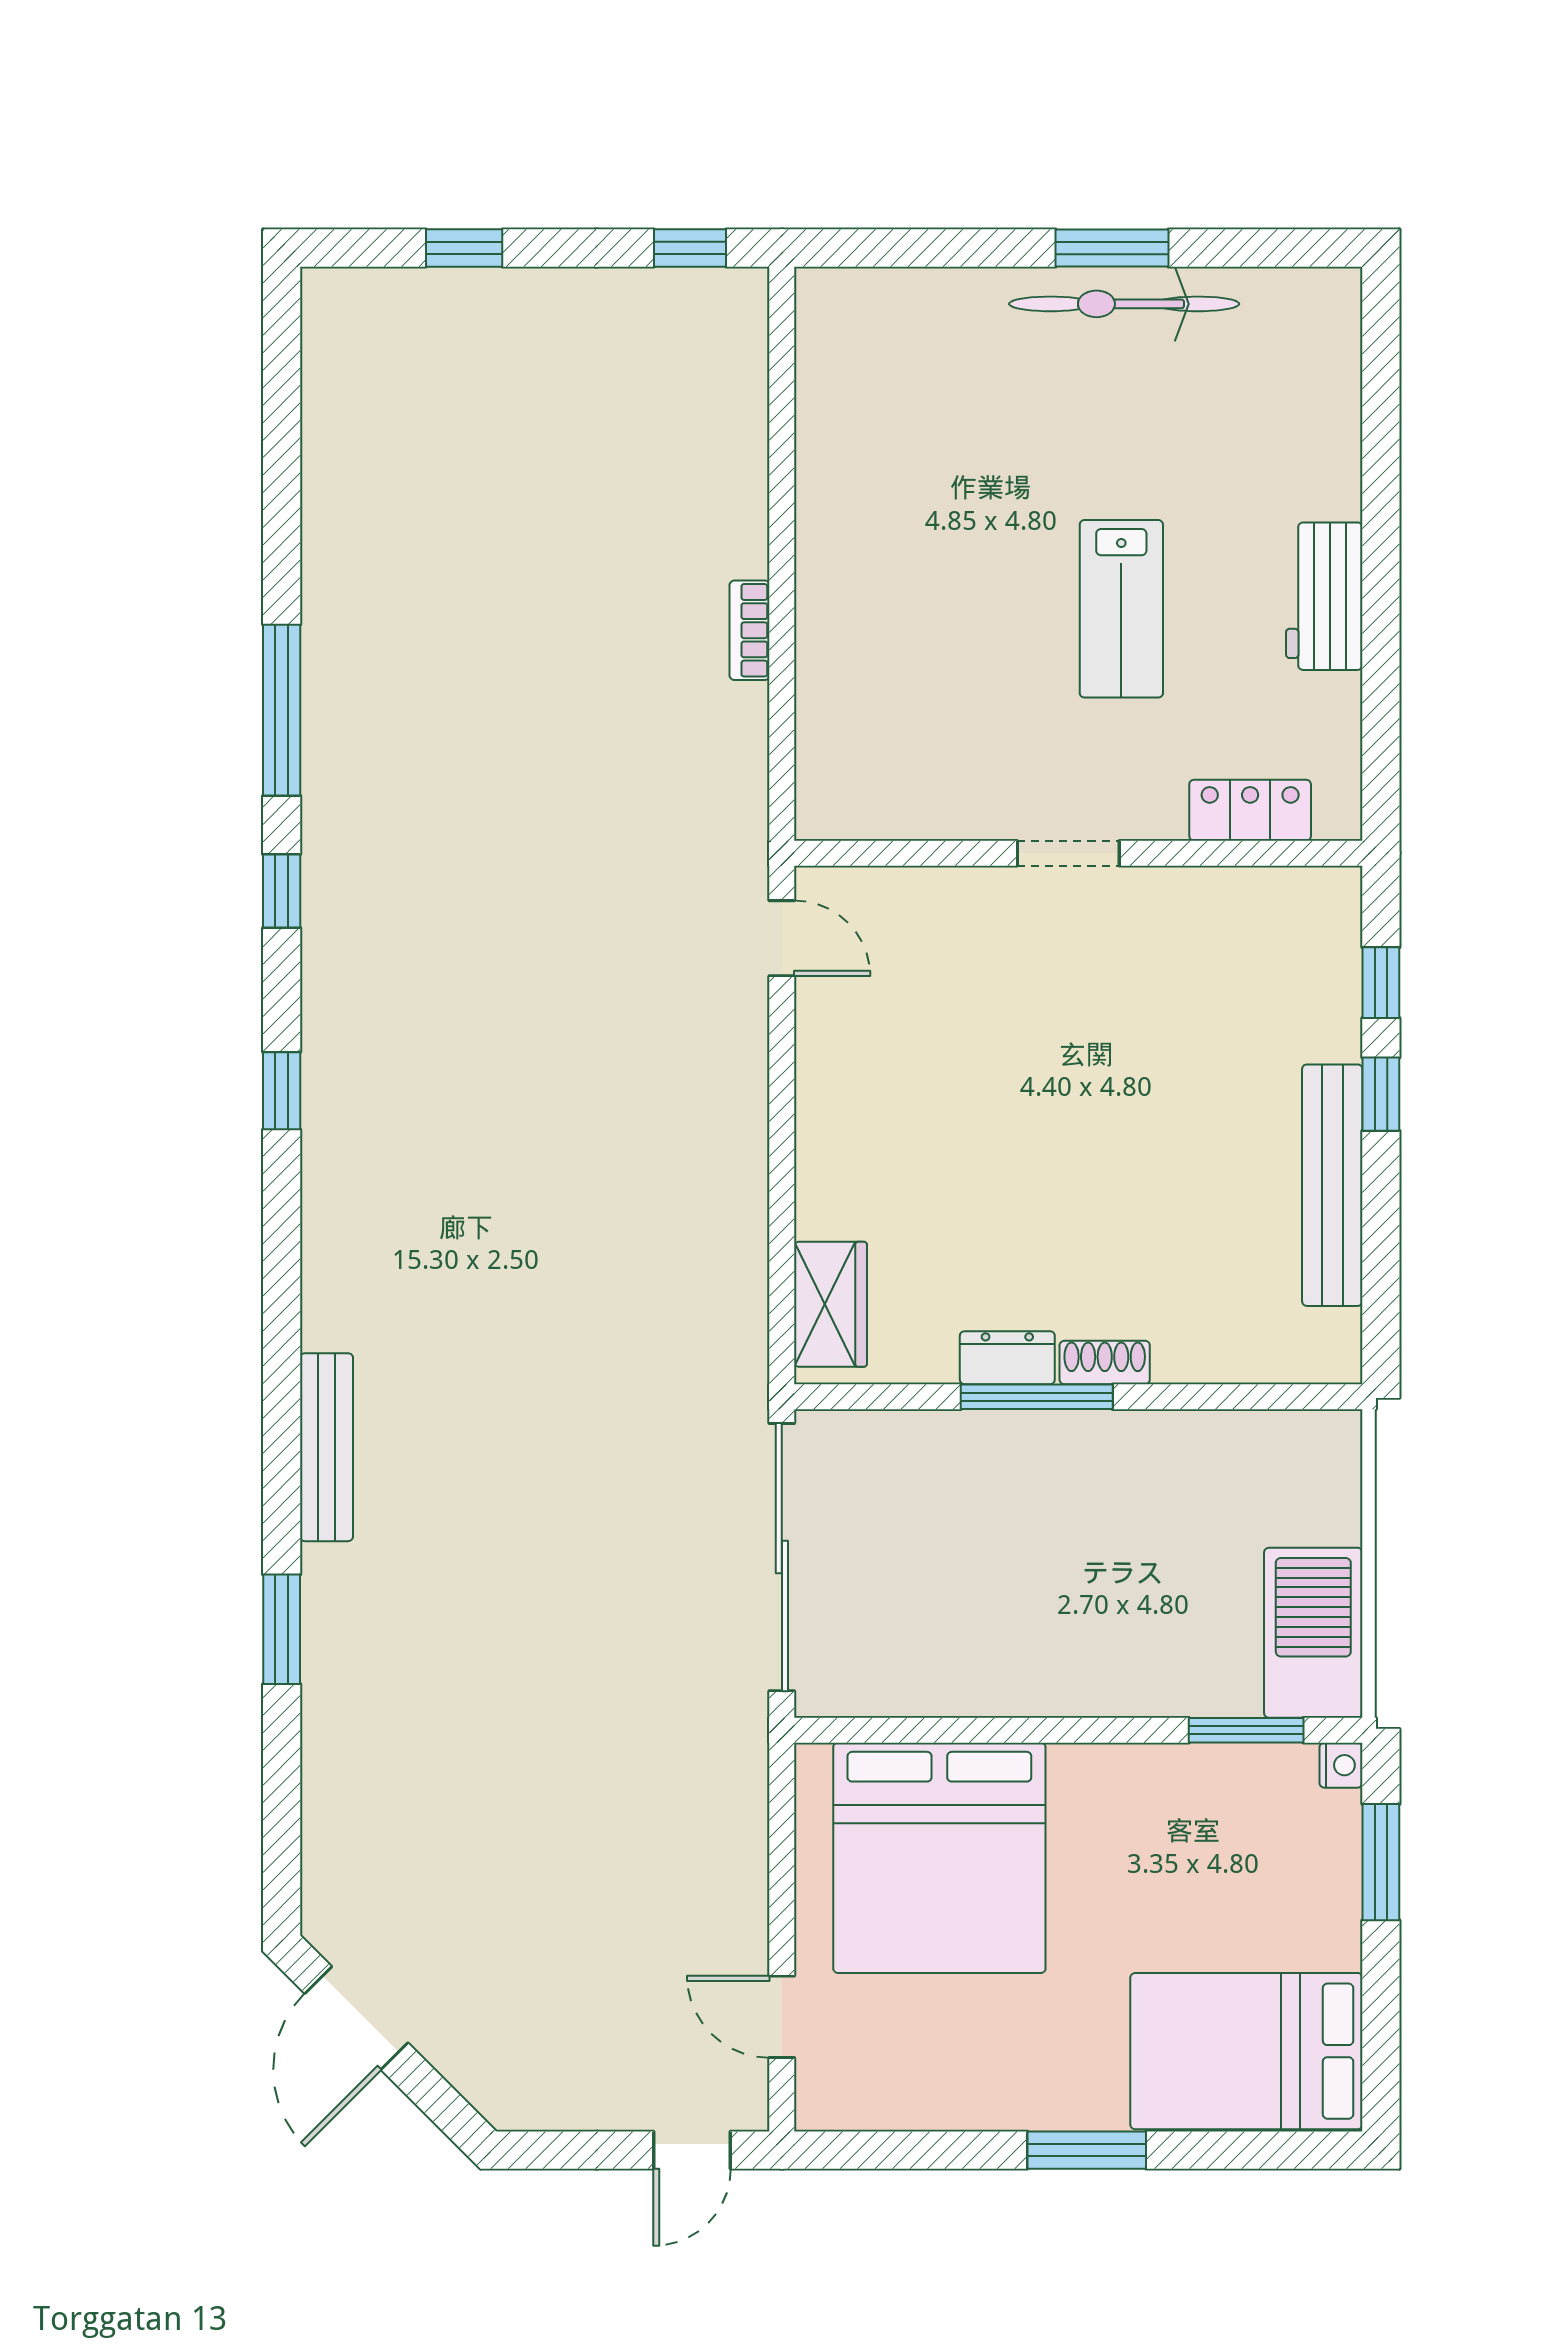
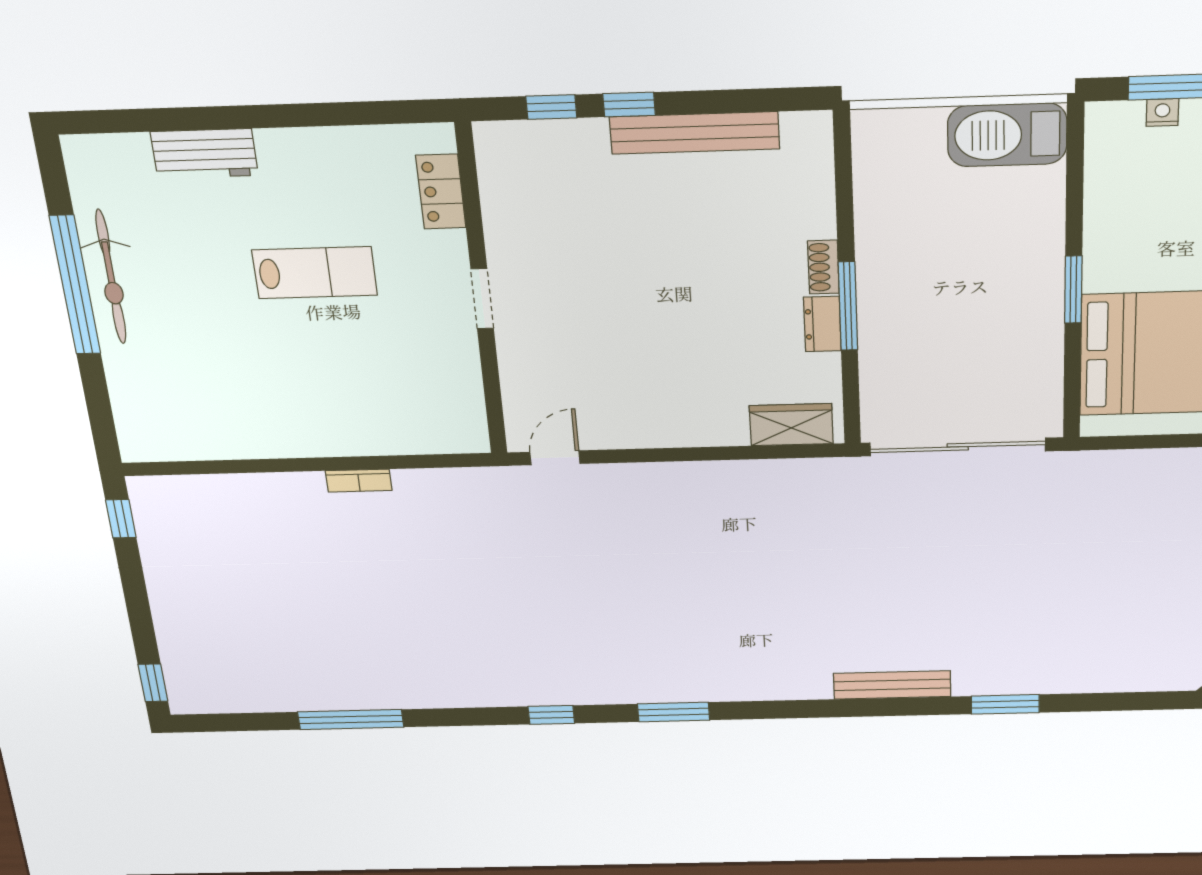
window: (464, 248) -> (153, 683), moved
window: (1112, 248) -> (75, 285), width x2.11
workbench: (1324, 596) -> (204, 154), moved
window: (282, 710) -> (351, 719), moved
window: (282, 1091) -> (674, 712), width x1.50
window: (1246, 1730) -> (1073, 290), moved
nightstand: (1341, 1765) -> (1162, 113), moved

